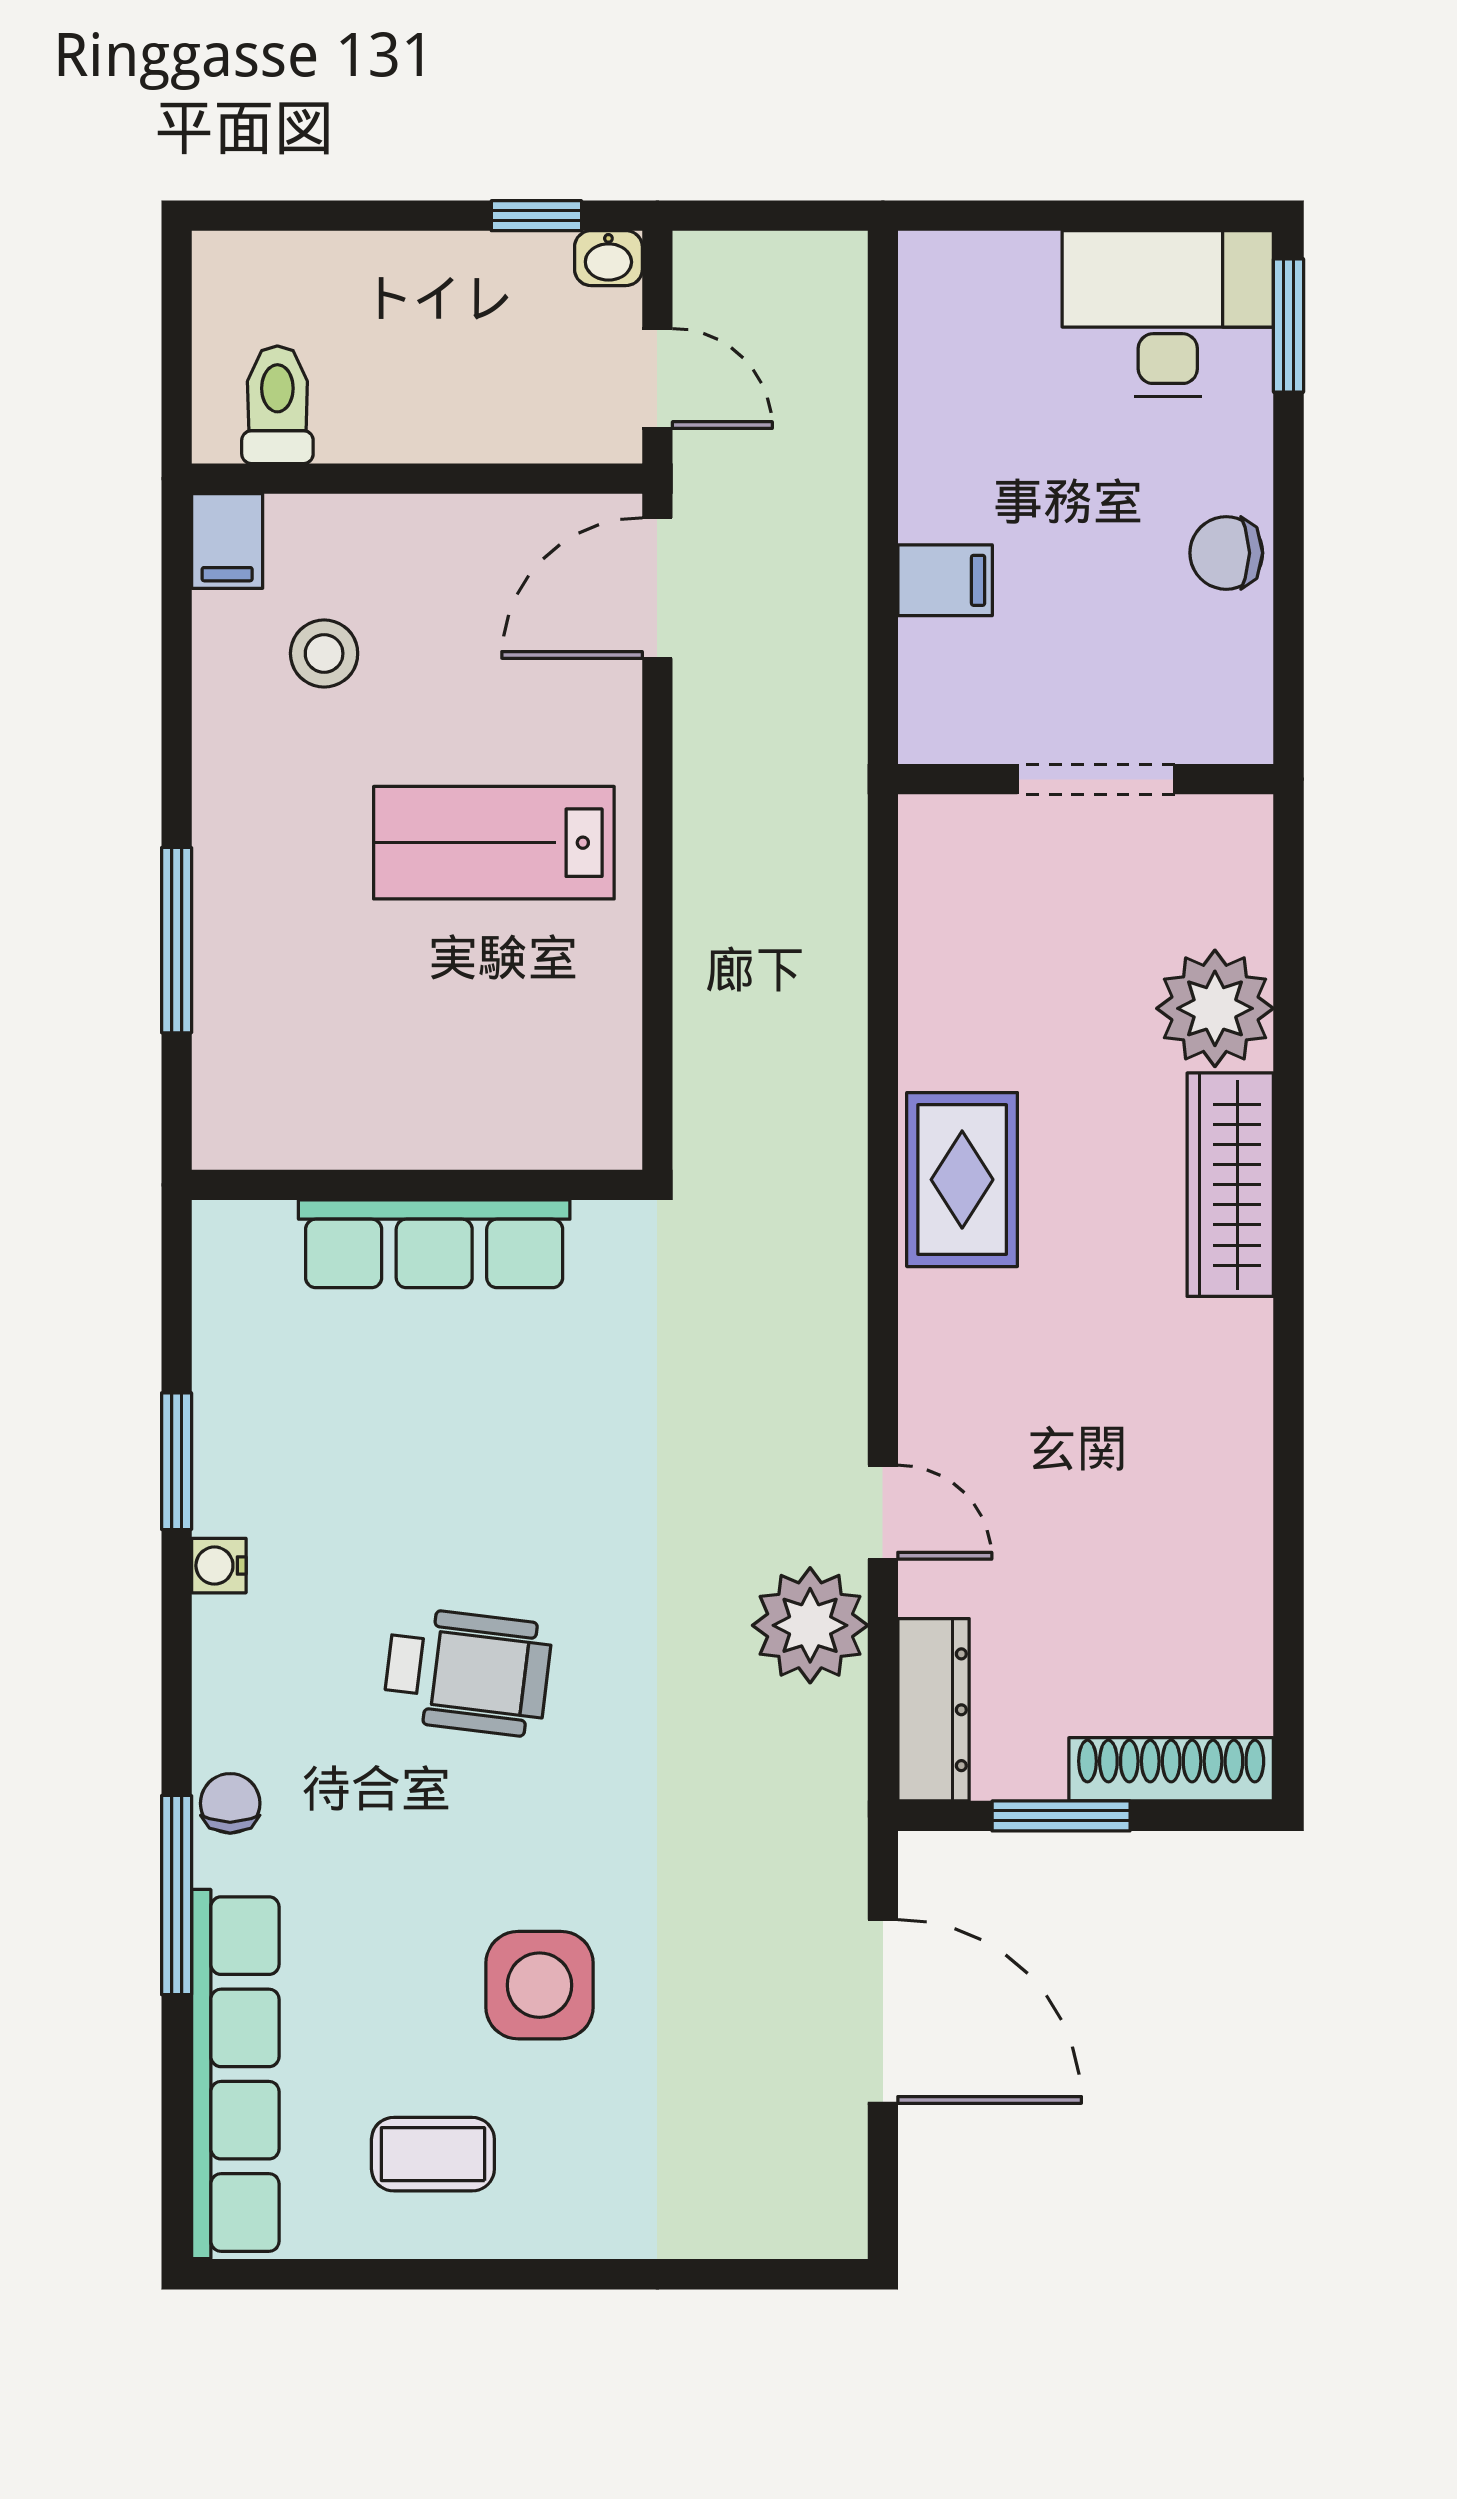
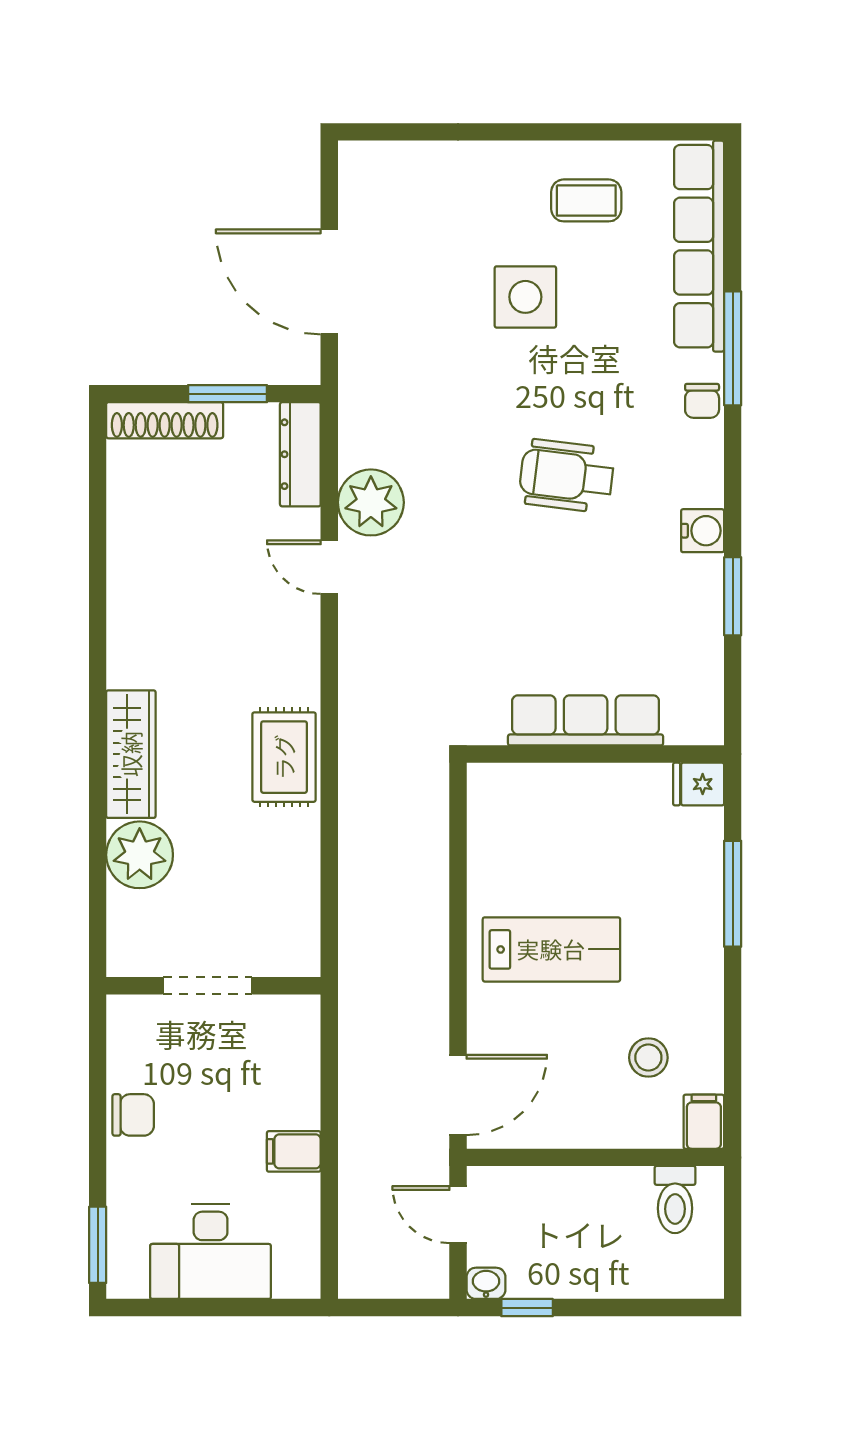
desk: (1168, 314) -> (211, 1252), moved
filing cabinet: (945, 580) -> (294, 1151), moved
fridge: (236, 1132) -> (699, 784), added
water cooler: (219, 1566) -> (703, 531), width x1.38, depth x1.38

